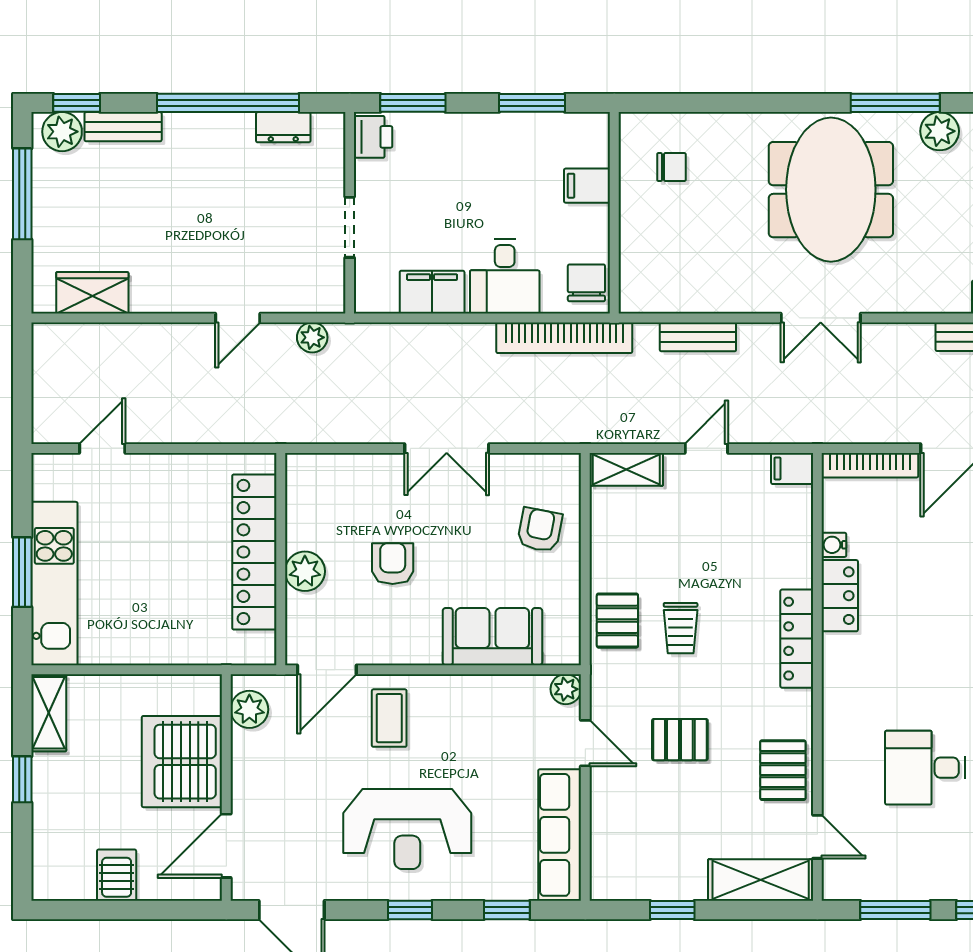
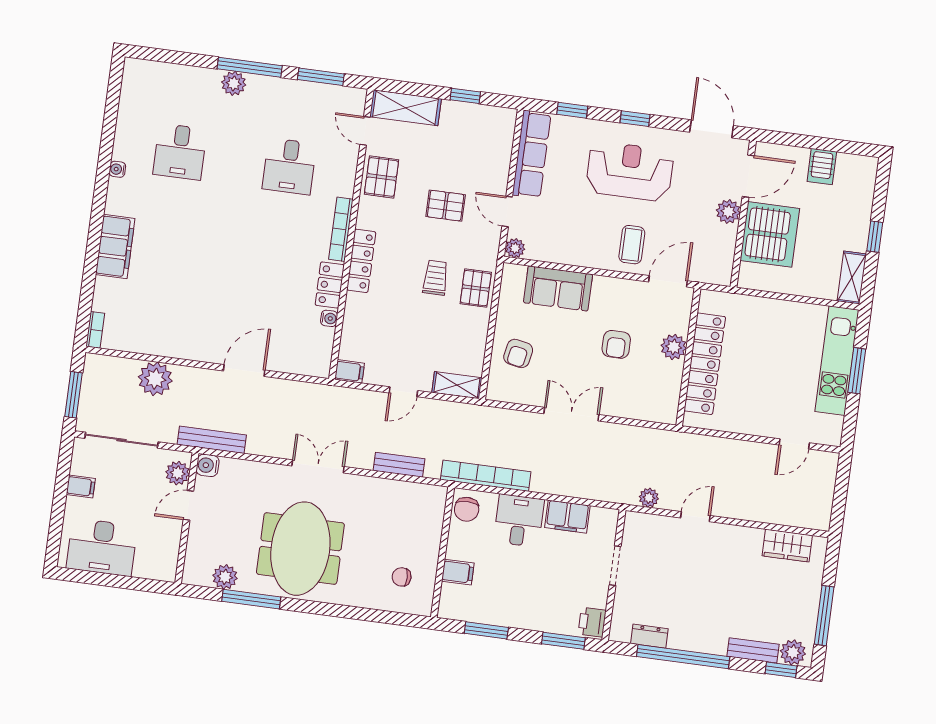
bookcase: (870, 465) -> (341, 229), moved, turned -90
plant: (249, 709) -> (728, 212), moved
desk: (925, 768) -> (289, 166), turned 90

